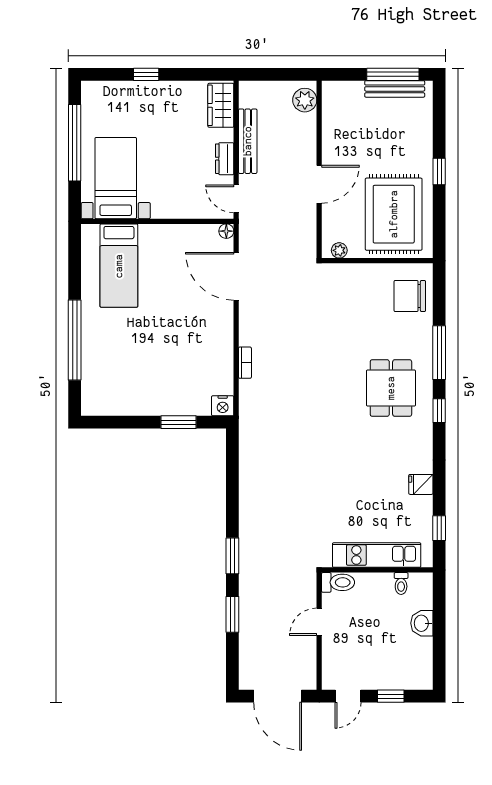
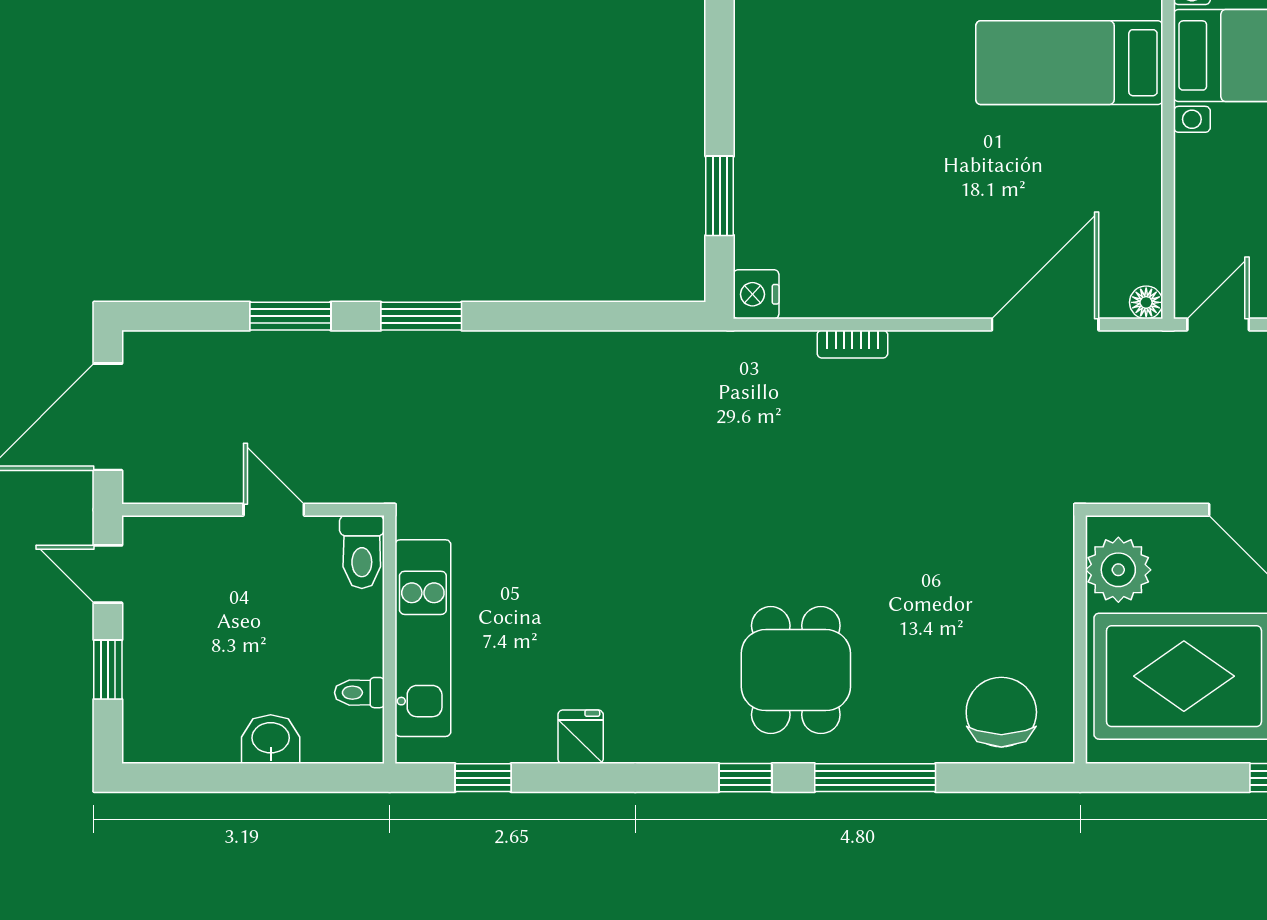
plant: (339, 250) -> (1118, 570), width x1.88, depth x1.88
dining table: (391, 388) -> (796, 670), turned 90

